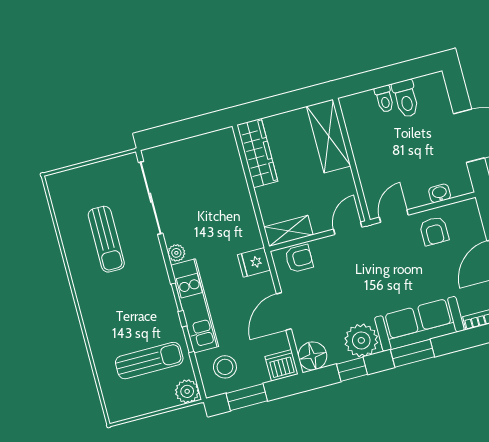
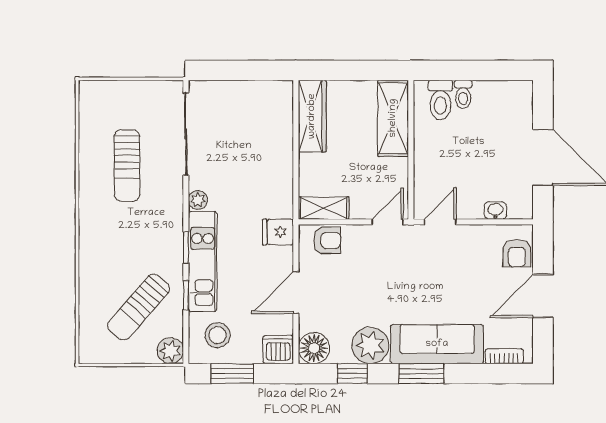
toilet: (406, 99) -> (440, 100), moved
armchair: (434, 231) -> (517, 253), moved
sun lounger: (149, 361) -> (139, 307), turned 131

